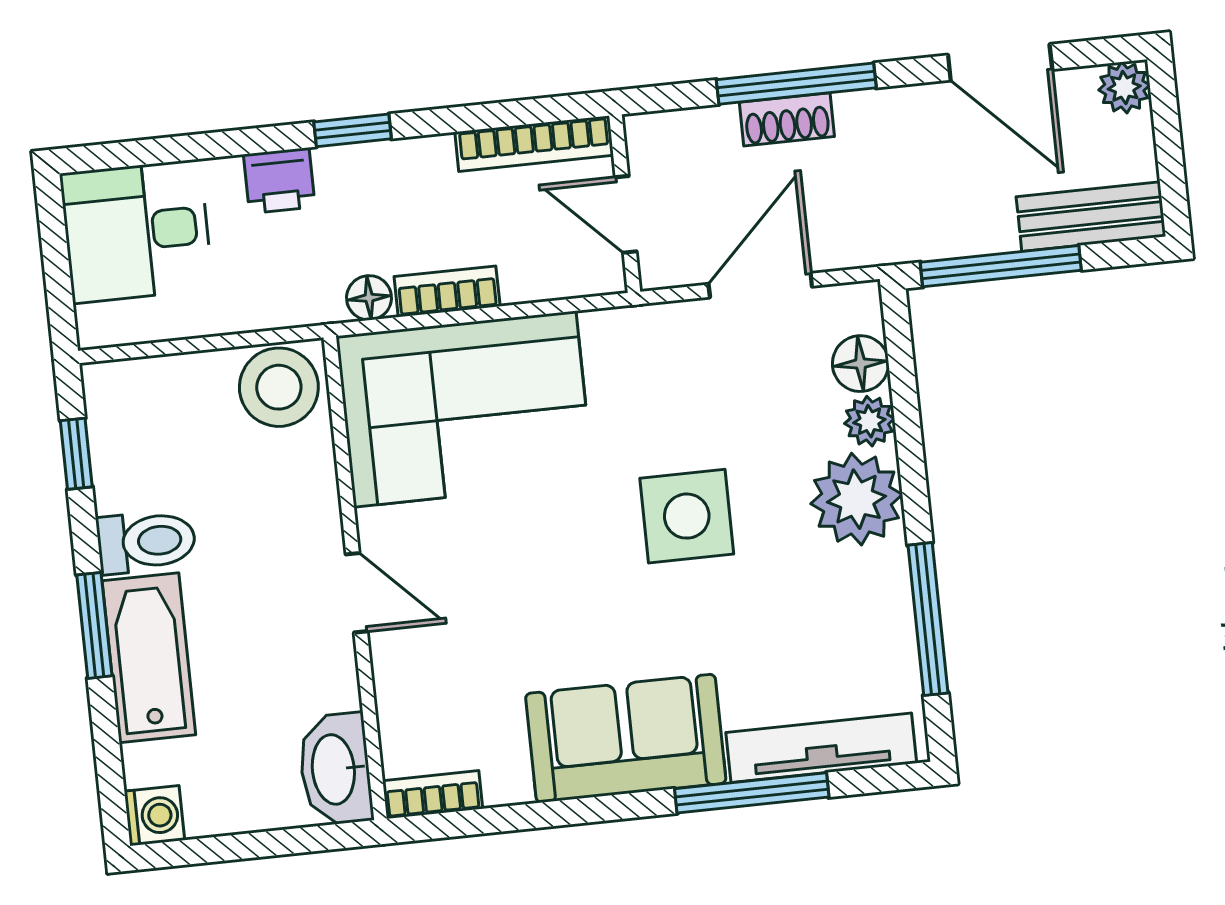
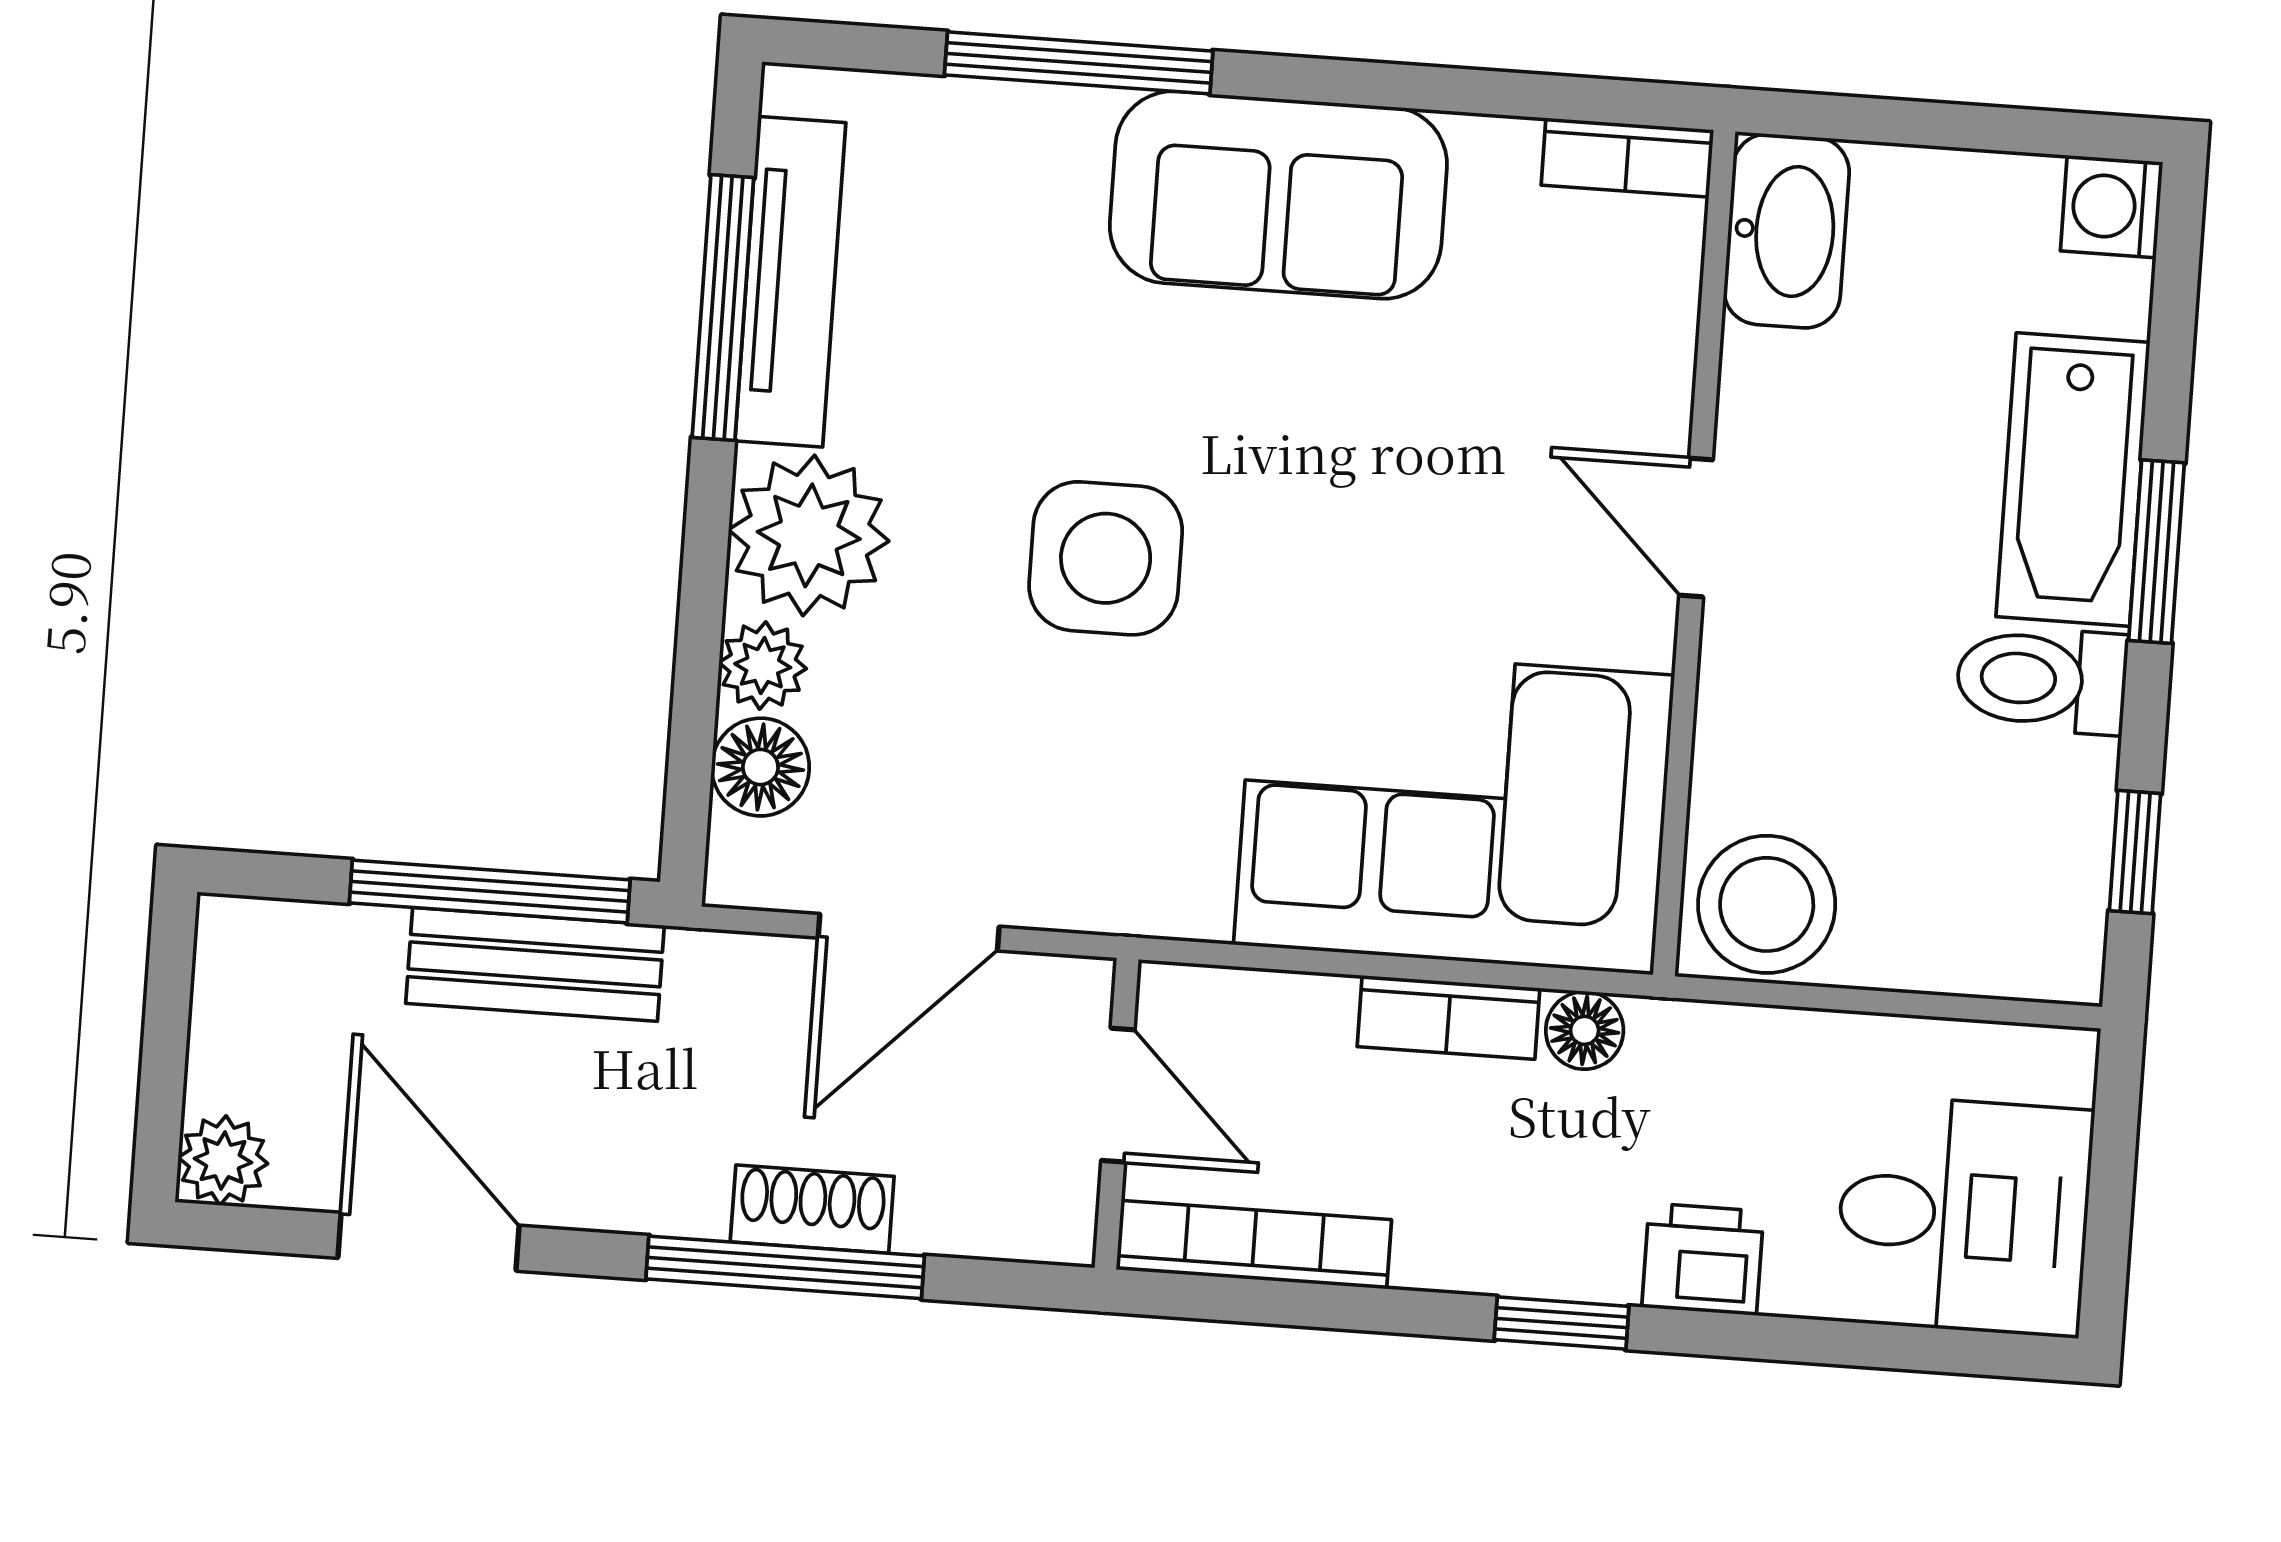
bench: (1091, 217) -> (535, 964), moved
tv unit: (821, 748) -> (790, 282), moved, turned -90

